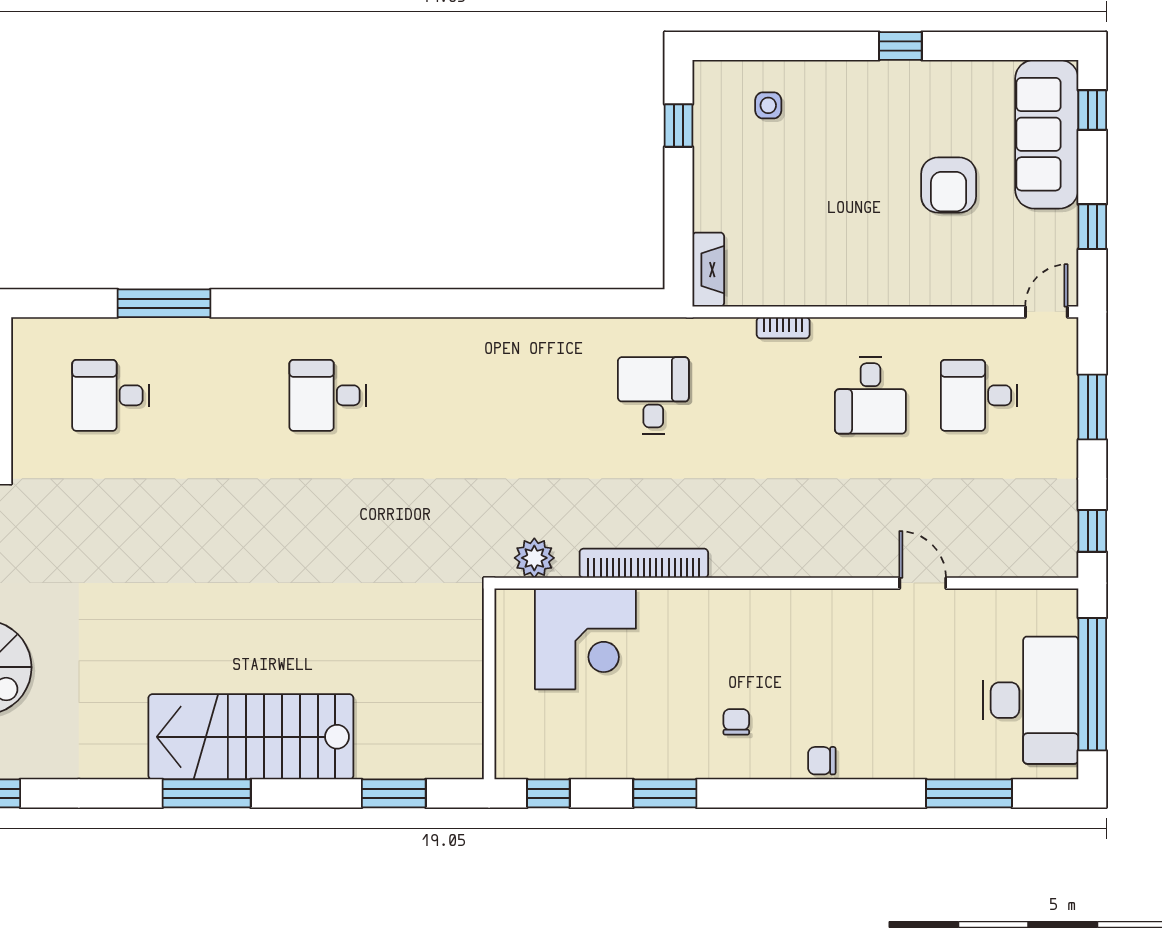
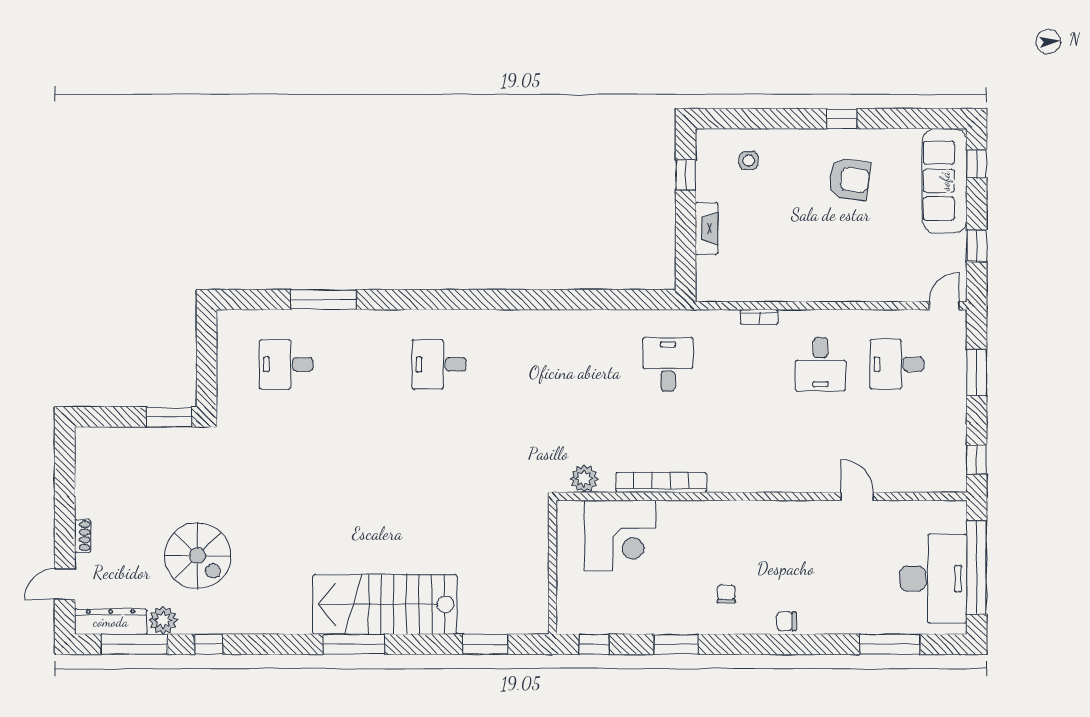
armchair: (949, 185) -> (849, 179), moved, turned -82
fireplace: (708, 270) -> (707, 228), moved

